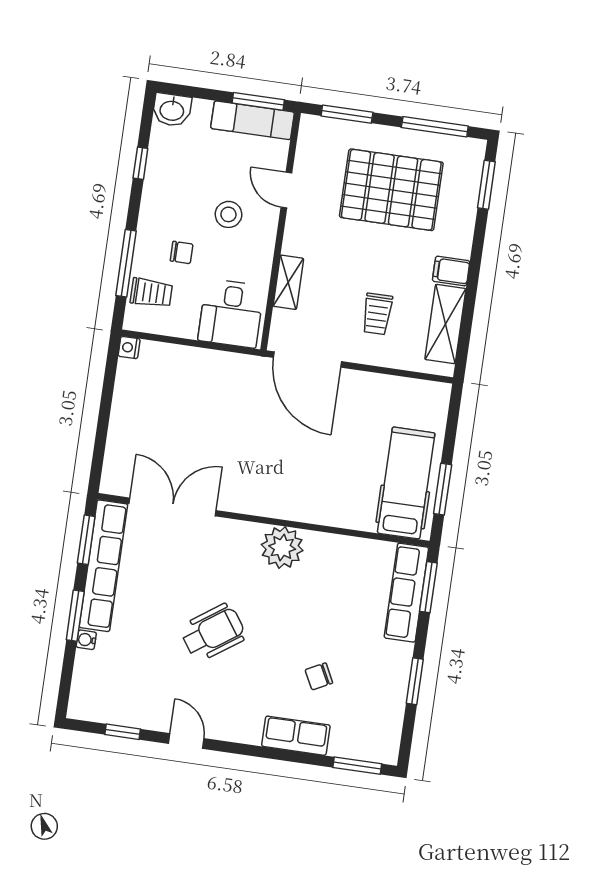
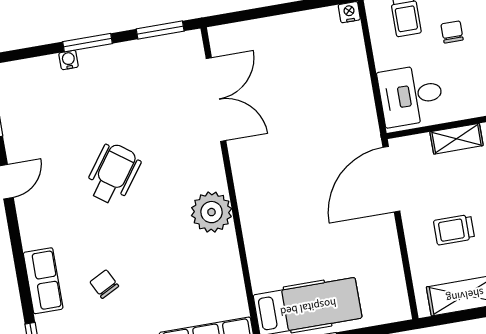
chair: (182, 252) -> (452, 32), turned 180
row of seats: (103, 566) -> (142, 54), removed
wheelchair: (213, 632) -> (113, 174), turned -109

